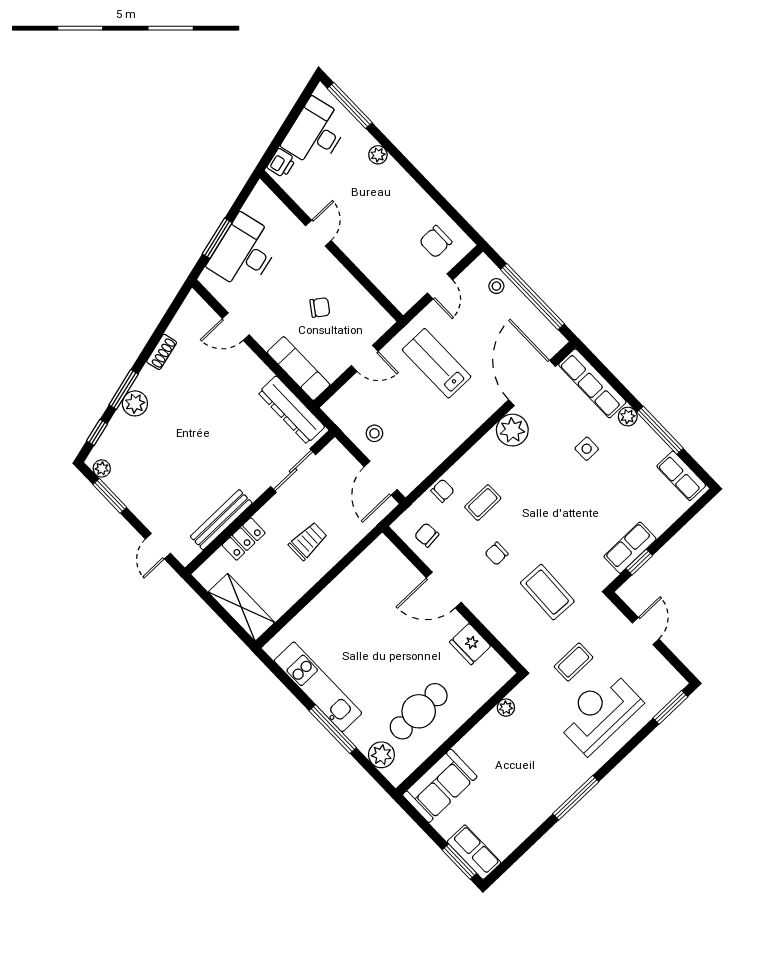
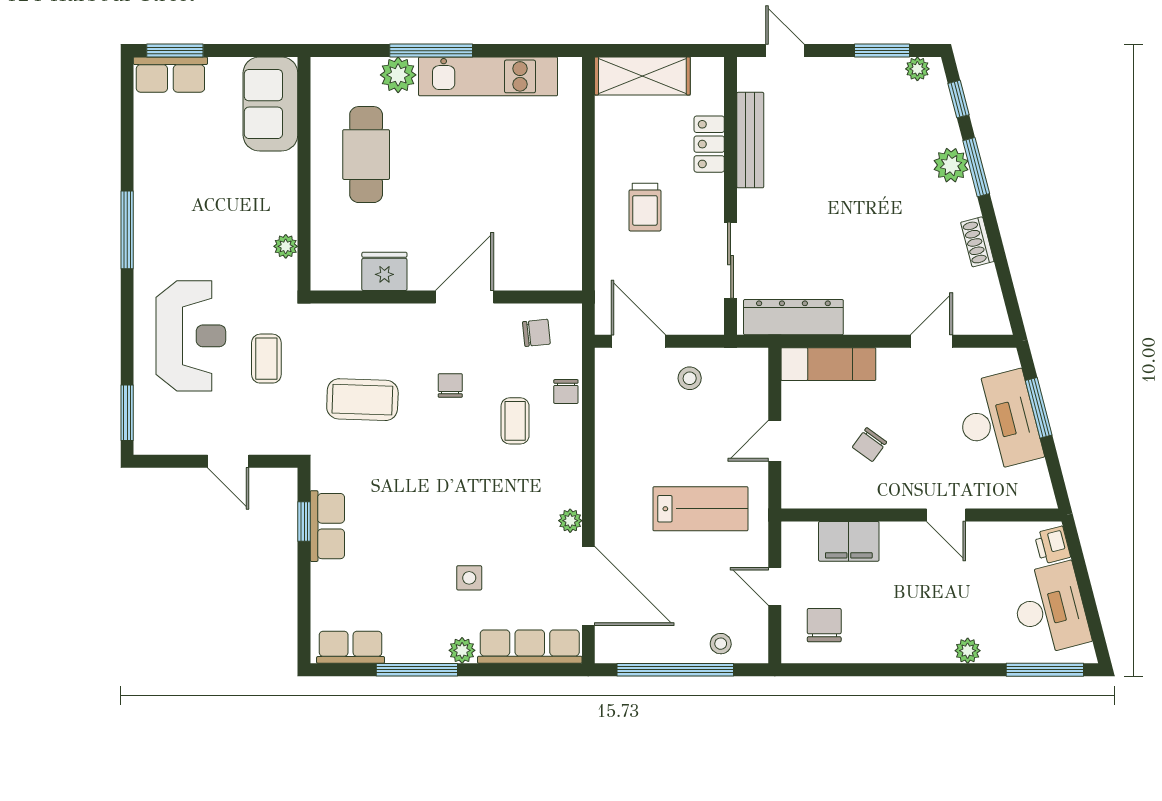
filing cabinet: (380, 270) -> (849, 541), added
plant: (512, 430) -> (570, 521), width x0.53, depth x0.53
plant: (381, 755) -> (398, 75), moved

